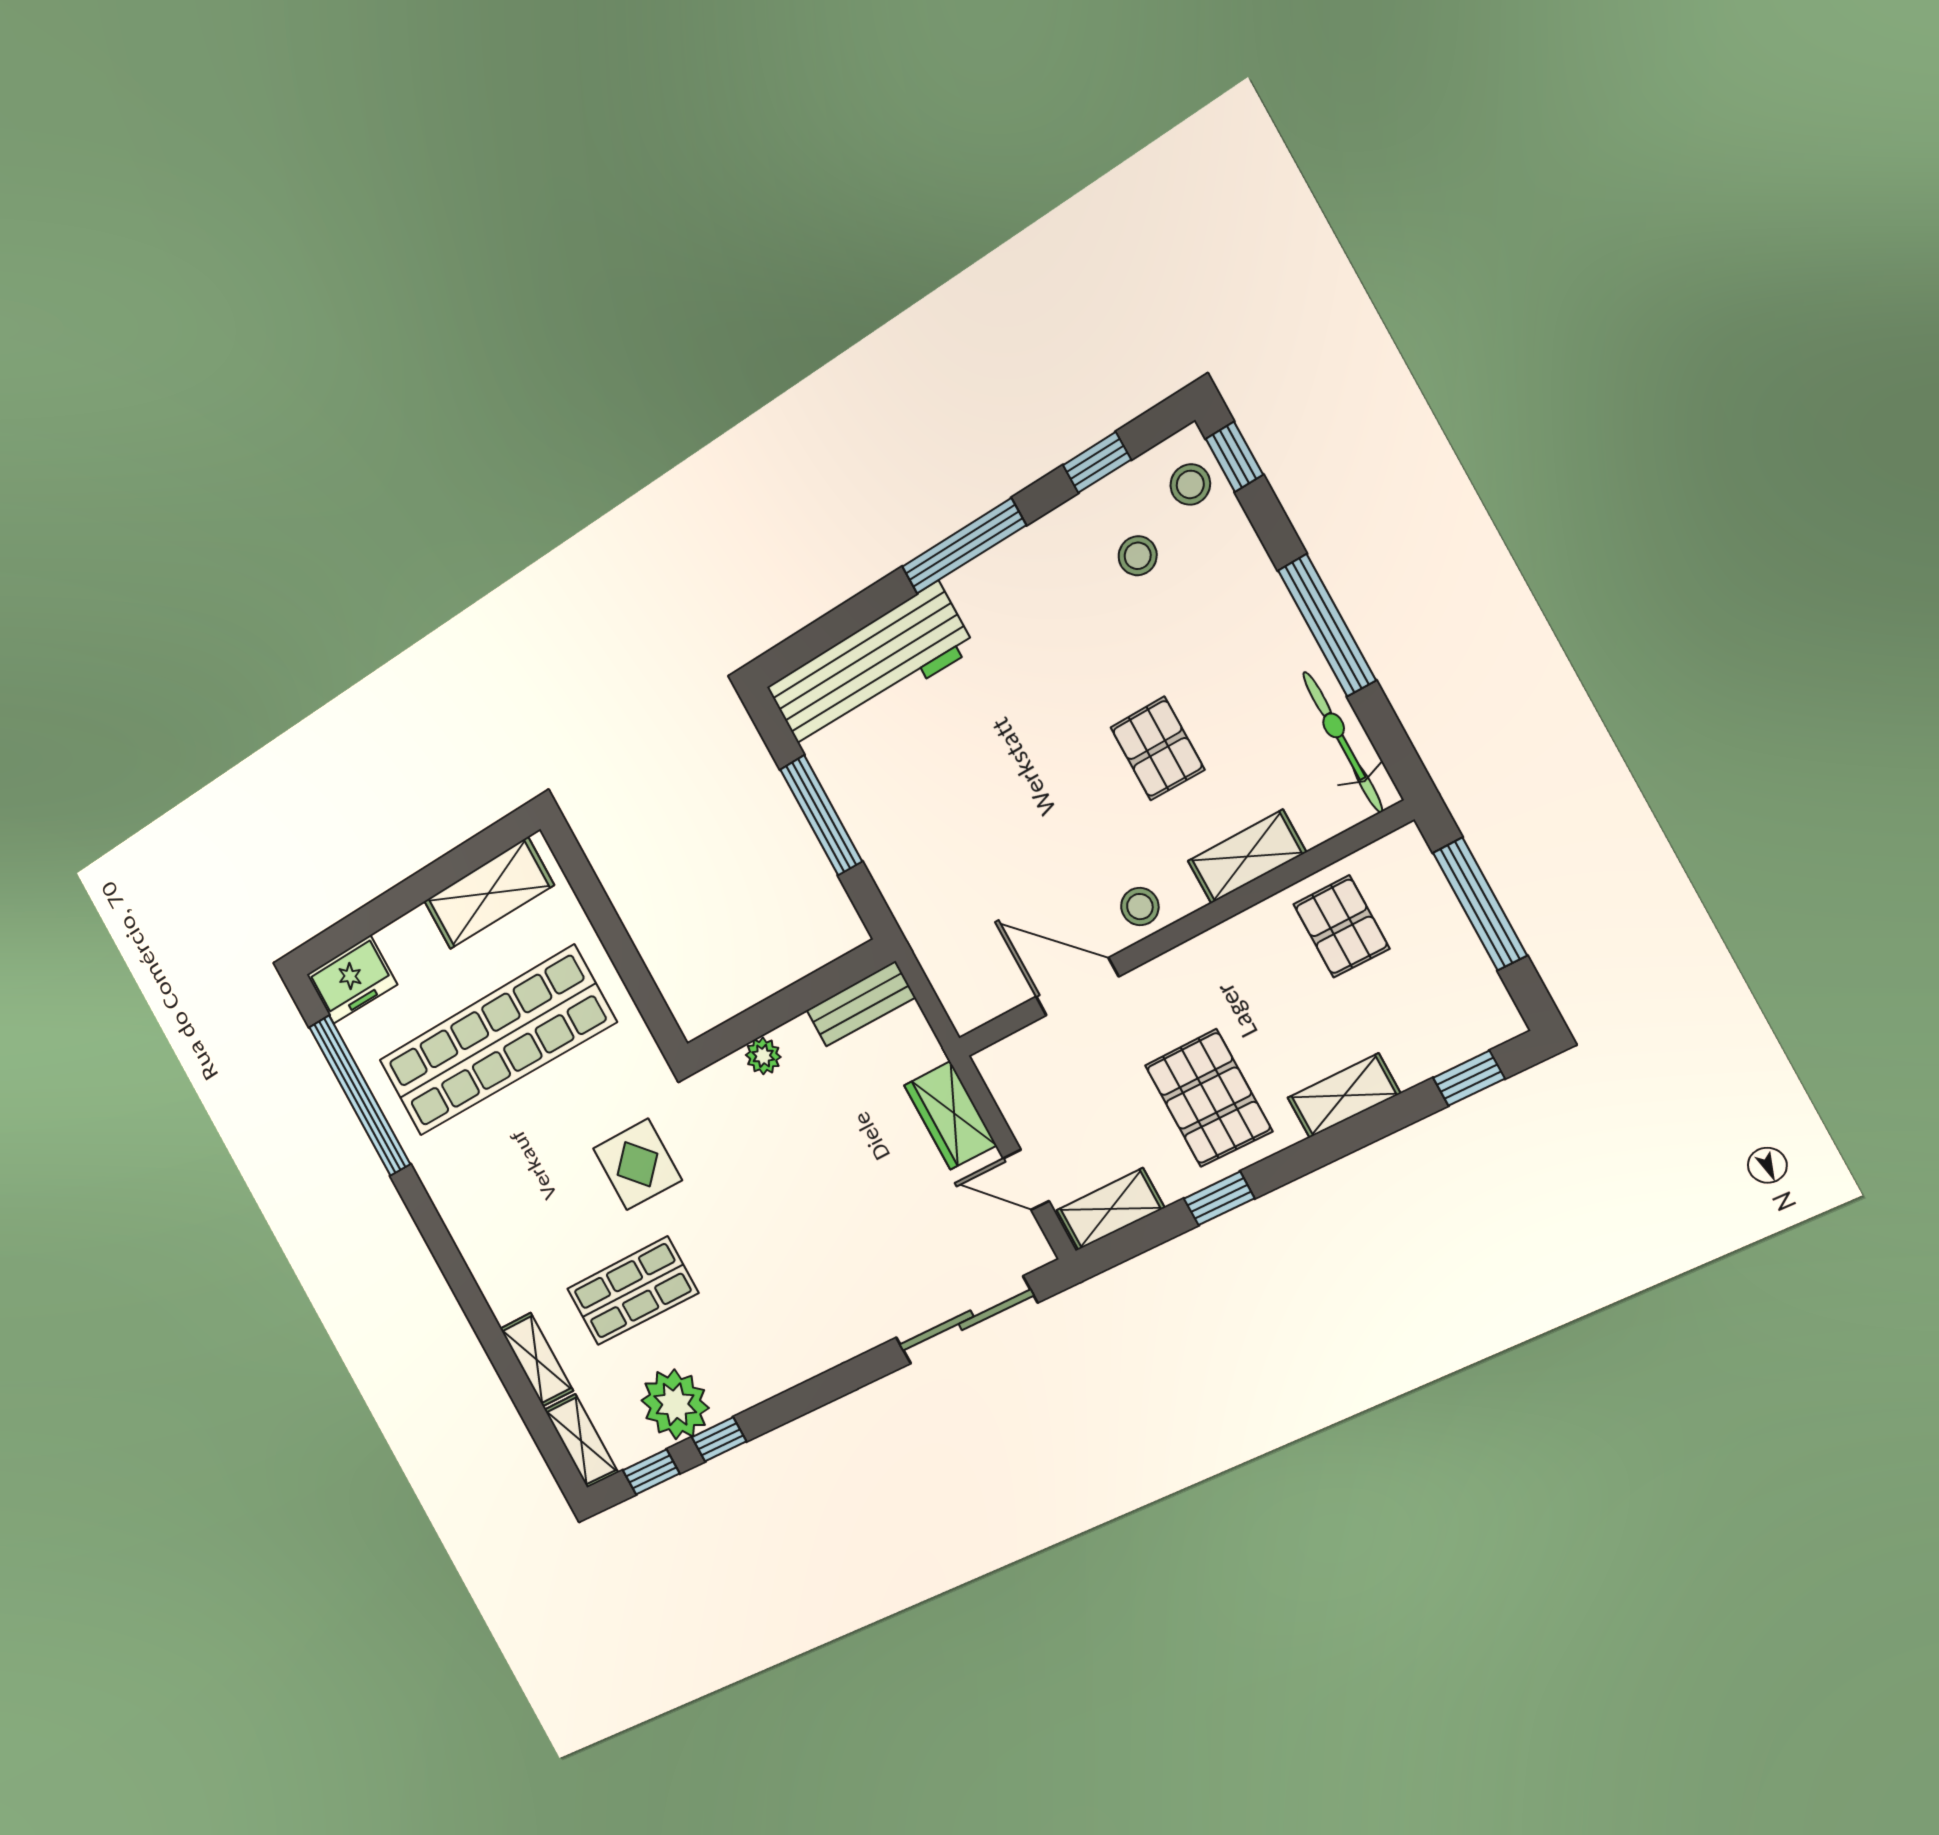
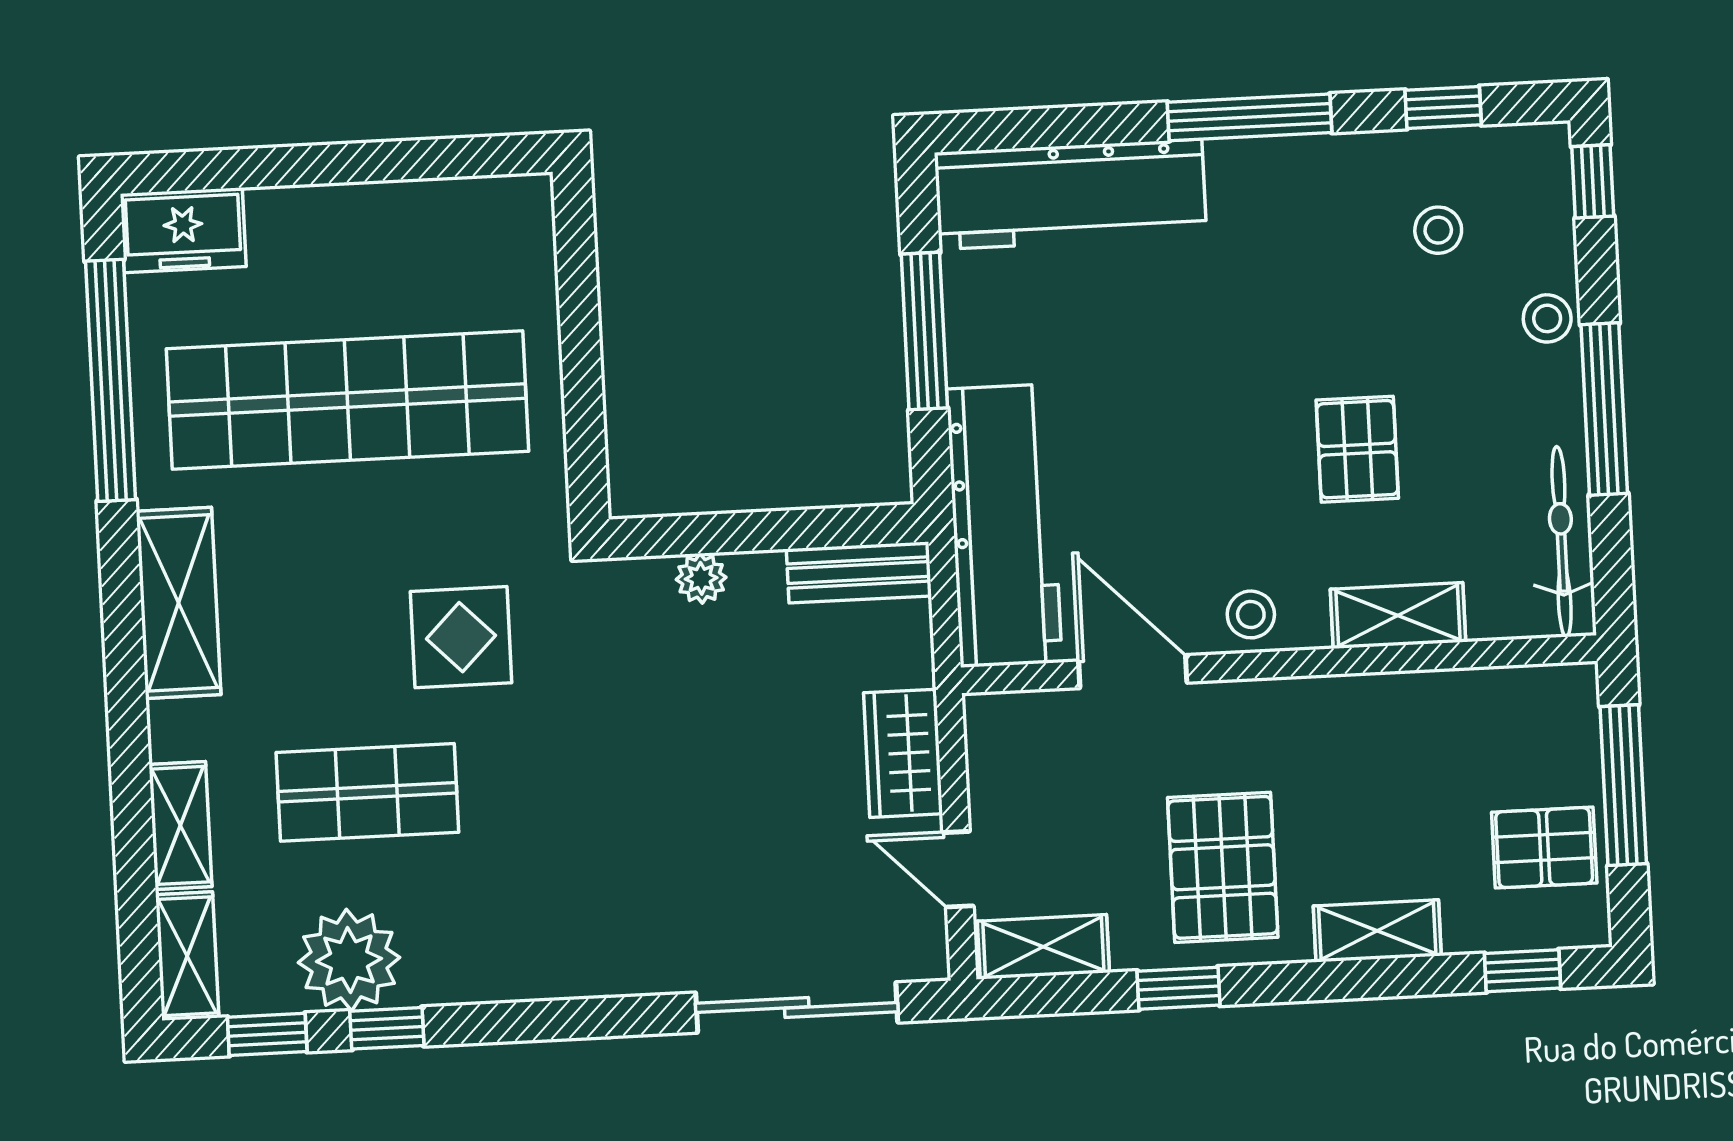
stool: (1190, 484) -> (1547, 318), moved
shelving: (489, 893) -> (179, 603), moved, turned 90
workbench: (940, 925) -> (1004, 526), added
pallet: (1341, 926) -> (1544, 848), moved, turned 90

